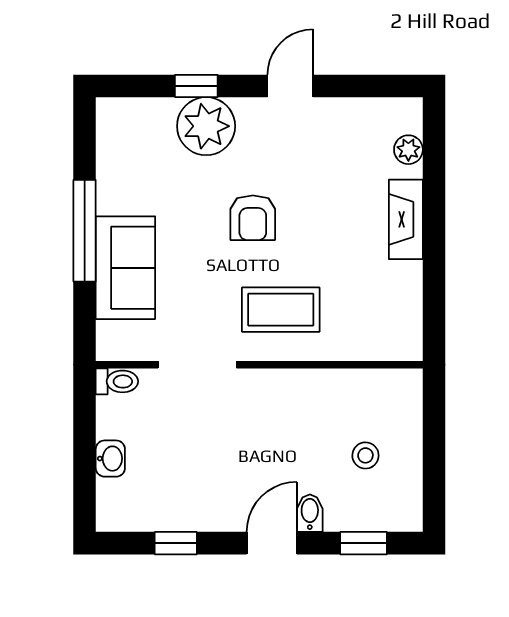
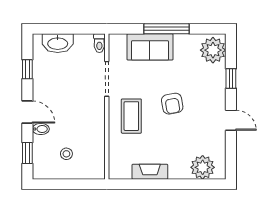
plant: (206, 126) -> (213, 50), moved
plant: (408, 150) -> (203, 167), width x1.88, depth x1.88
armchair: (253, 218) -> (172, 104), turned -100
fireplace: (406, 219) -> (150, 172), moved
washbasin: (110, 459) -> (58, 43), width x1.91, depth x1.45

